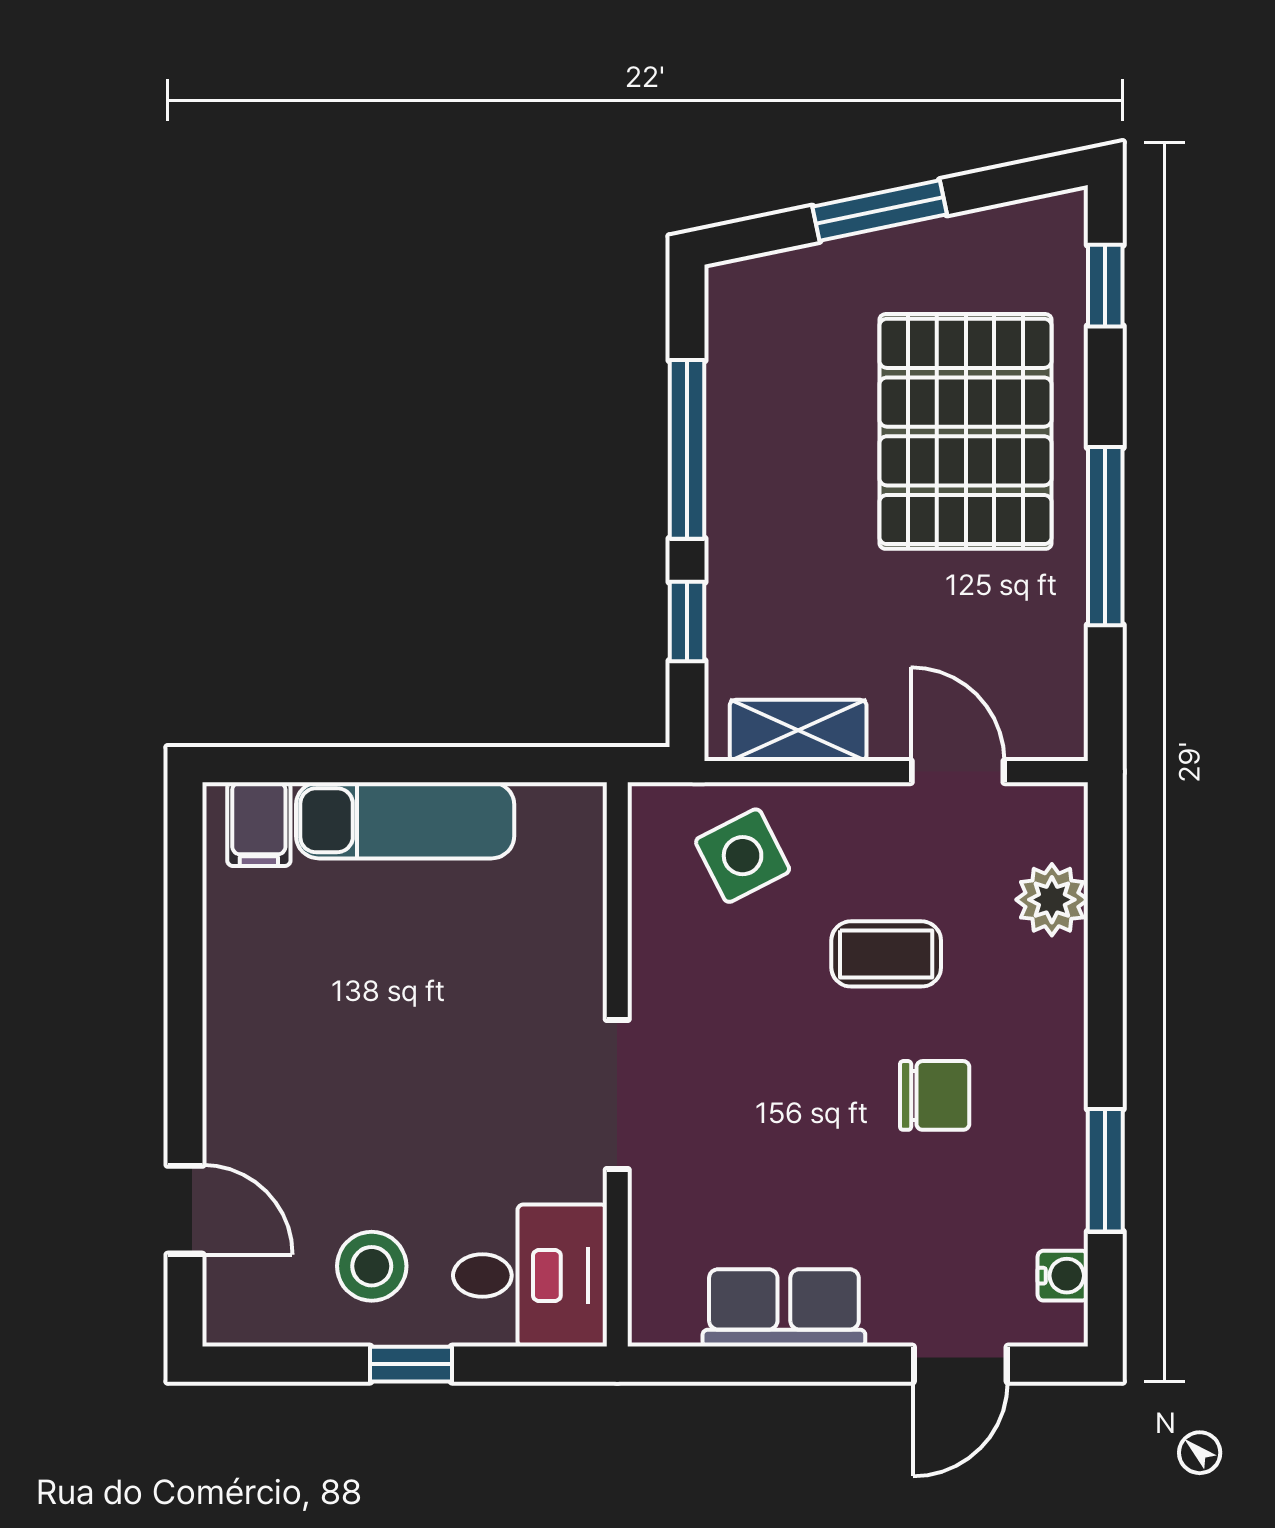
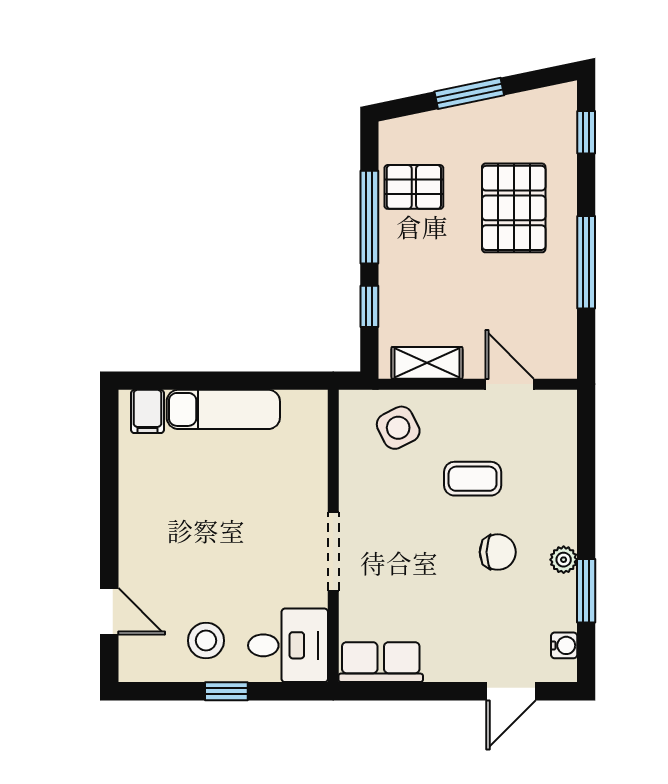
pallet: (773, 391) -> (414, 187), added
pallet: (966, 431) -> (514, 208), width x0.73, depth x0.71
plant: (1052, 900) -> (564, 560), moved, width x0.73, depth x0.73
row of seats: (784, 1308) -> (381, 662), moved

